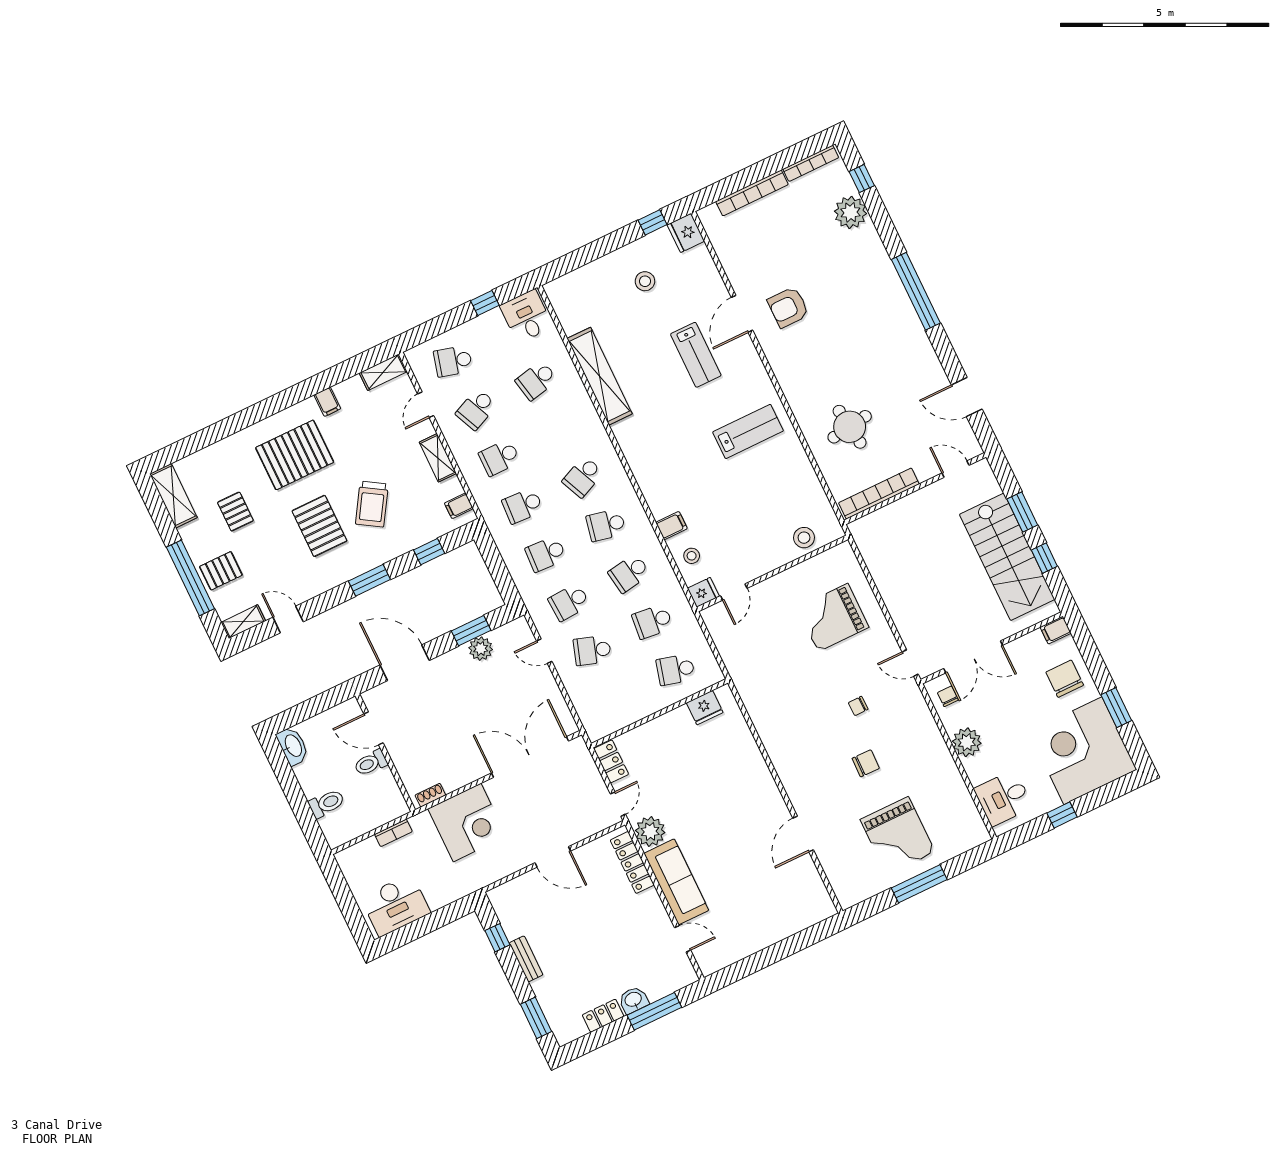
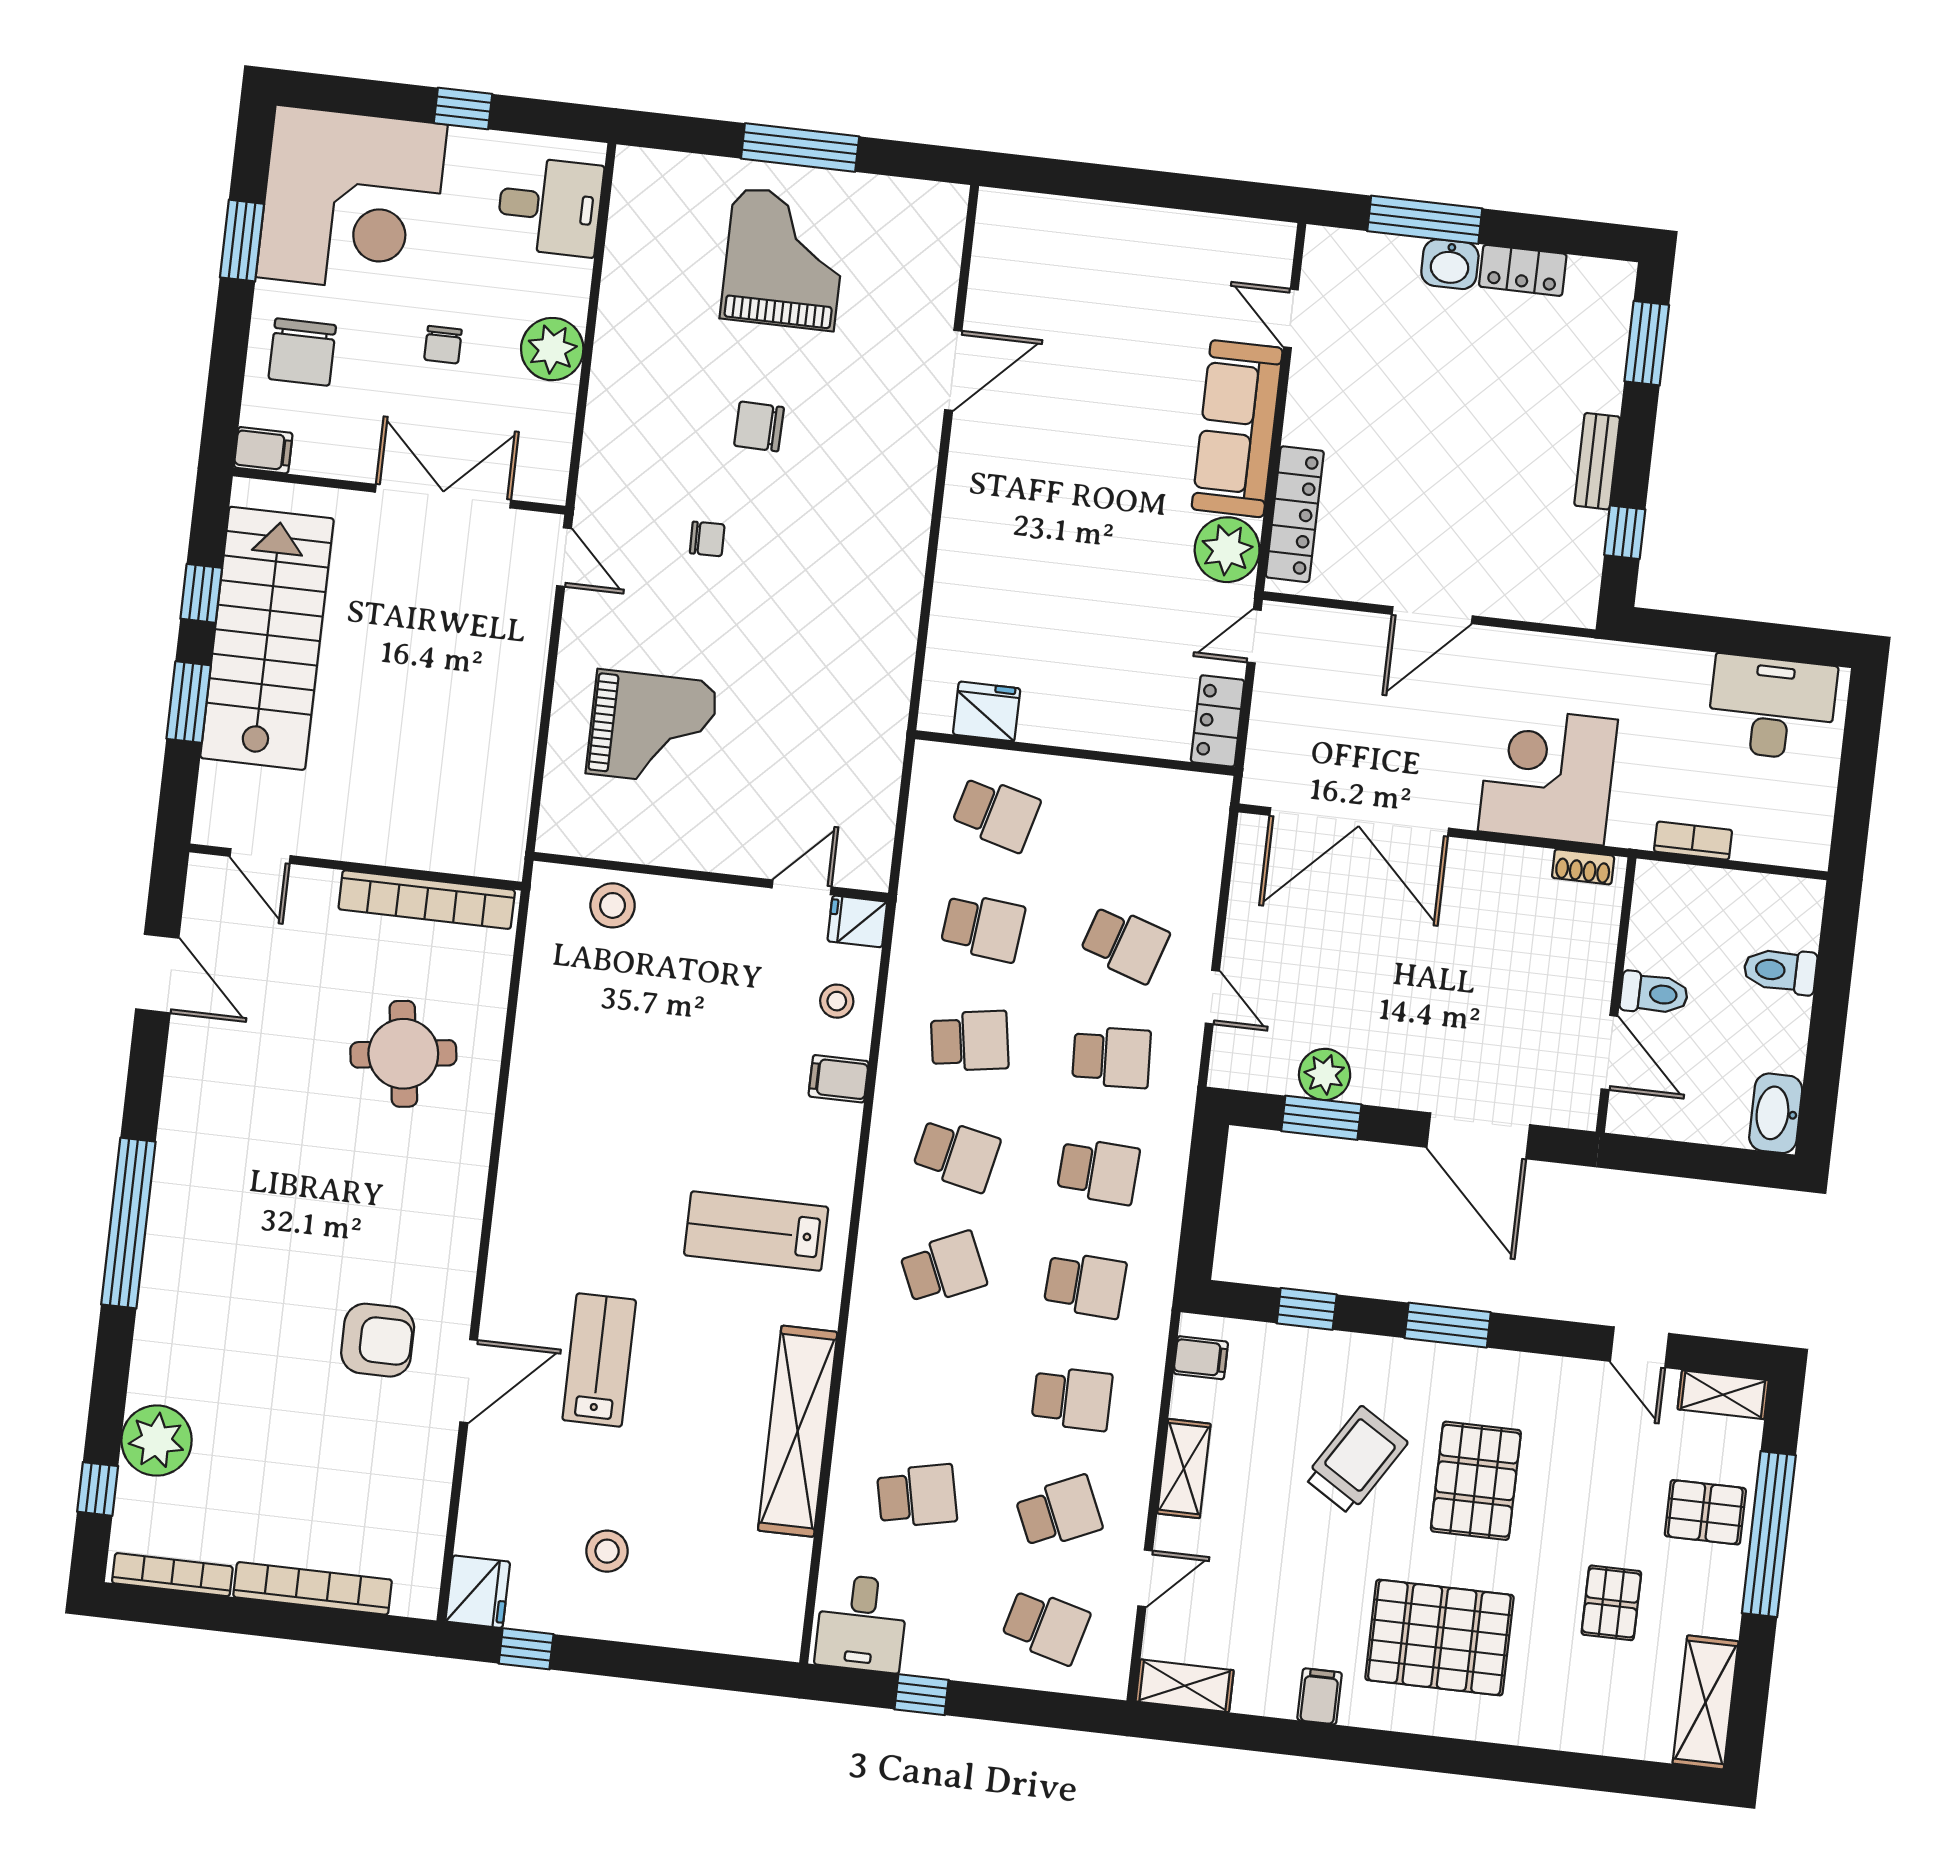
lab bench: (748, 431) -> (756, 1231), moved
chair: (948, 696) -> (443, 345), moved
door: (553, 857) -> (1432, 615), swing flipped

